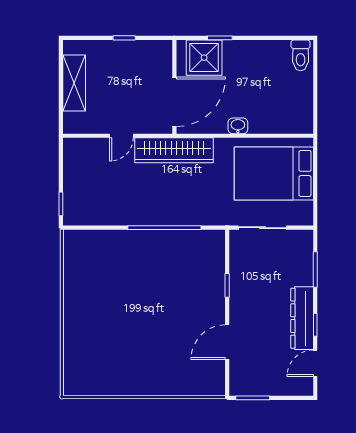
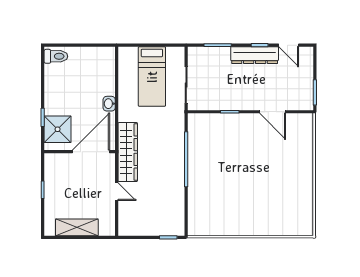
door: (174, 102) -> (91, 152), hinge flipped
bed: (274, 173) -> (152, 77), width x0.67

